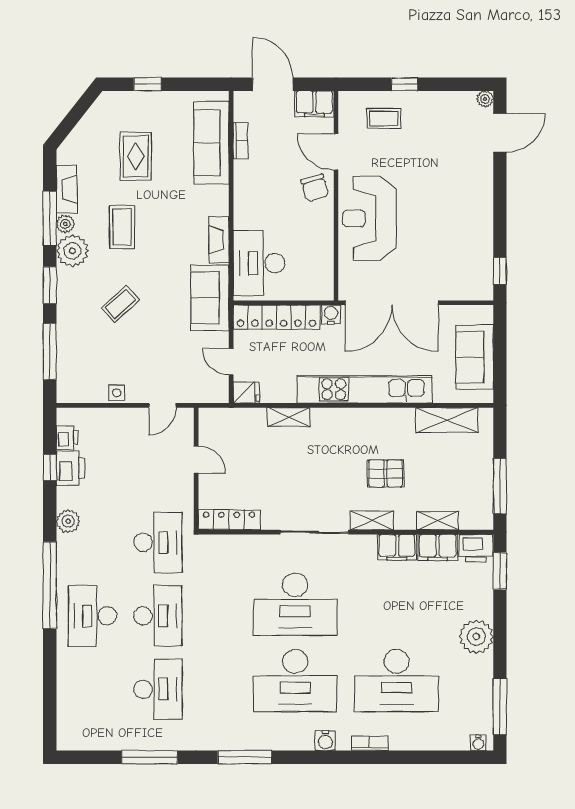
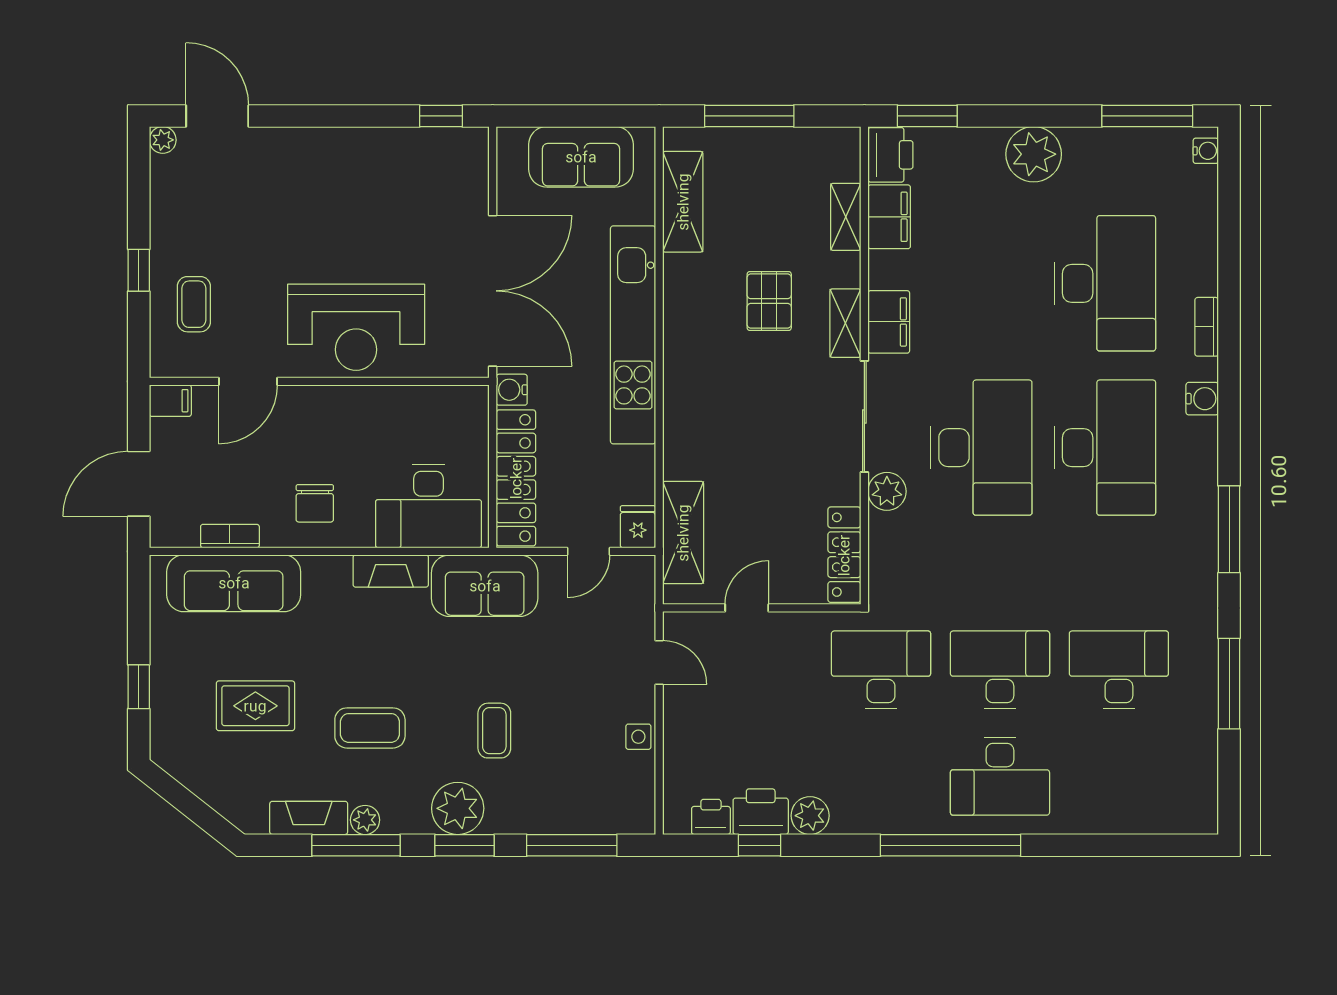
filing cabinet: (314, 104) -> (170, 401), width x0.50
chair: (315, 188) -> (315, 503), moved, turned 107
plant: (72, 251) -> (458, 808), moved
coffee table: (120, 304) -> (494, 731), turned 42
shelving: (289, 417) -> (683, 533), moved, width x1.50, depth x1.33
window: (500, 486) -> (749, 116), moved
plant: (68, 521) -> (810, 816), moved
plant: (268, 546) -> (887, 491), added
filing cabinet: (397, 547) -> (889, 322), moved

